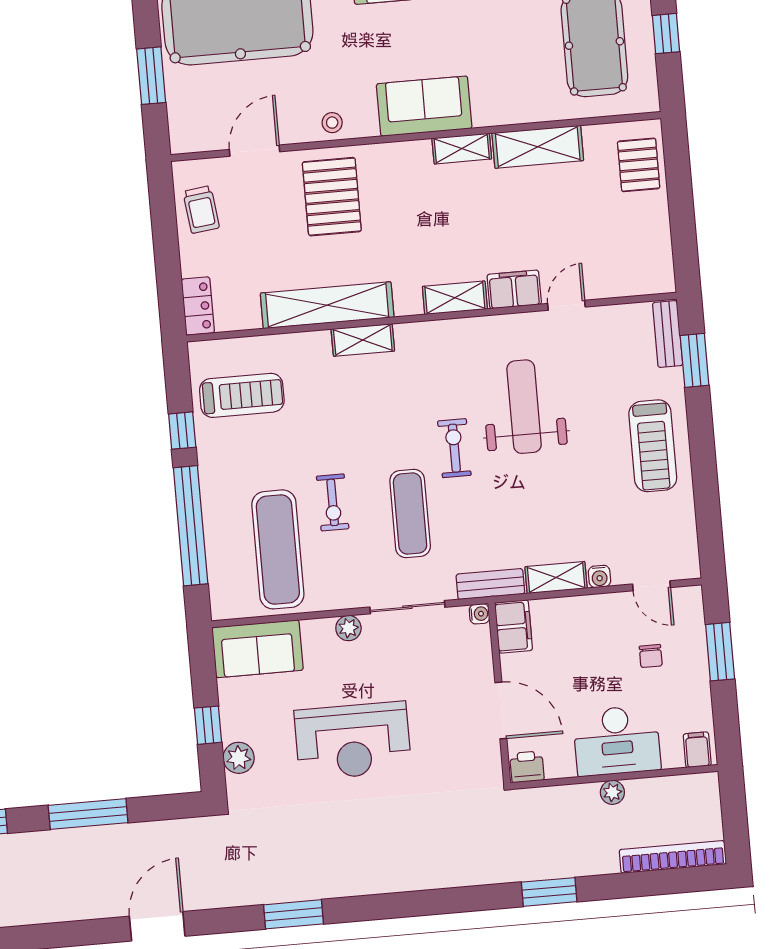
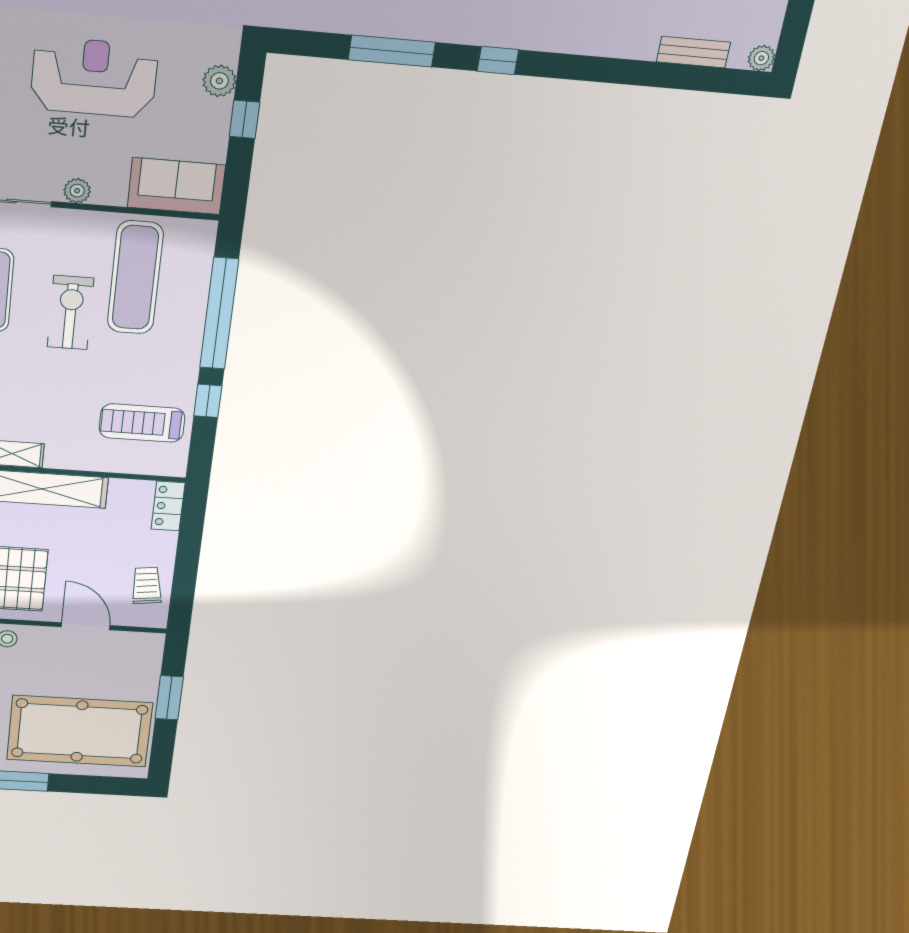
door: (255, 151) -> (86, 626), swing flipped
exercise bike: (333, 502) -> (70, 313), width x1.38, depth x1.39

